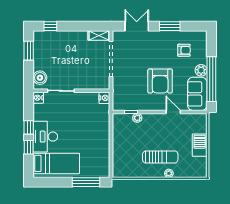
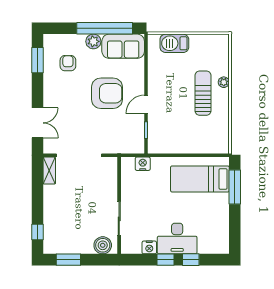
double door: (137, 26) -> (37, 123), swing flipped
window: (170, 26) -> (37, 60), moved
nightstand: (38, 98) -> (149, 247), moved
nightstand: (104, 98) -> (143, 164), moved
door: (173, 112) -> (146, 104), moved
plant: (137, 118) -> (153, 122), removed
barbecue: (200, 145) -> (174, 43), moved
bed: (56, 163) -> (200, 179), moved, turned -90

